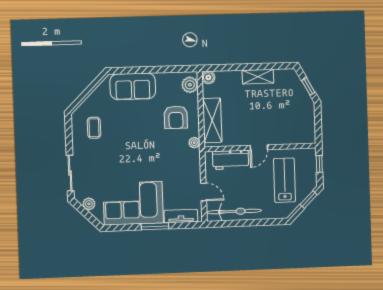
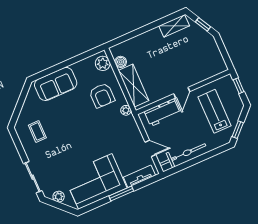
boiler: (208, 77) -> (121, 62), moved
shelving: (258, 77) -> (174, 26), moved
window: (309, 200) -> (238, 130), moved

